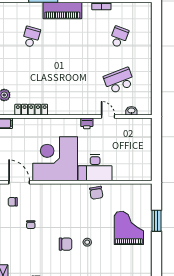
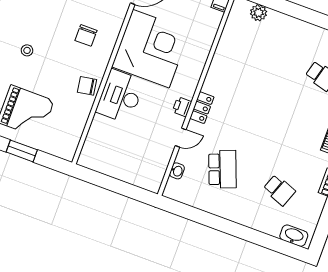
washbasin: (146, 16) -> (294, 236), added
locker: (31, 110) -> (202, 108), moved, width x0.66
chair: (65, 244) -> (86, 35), moved

